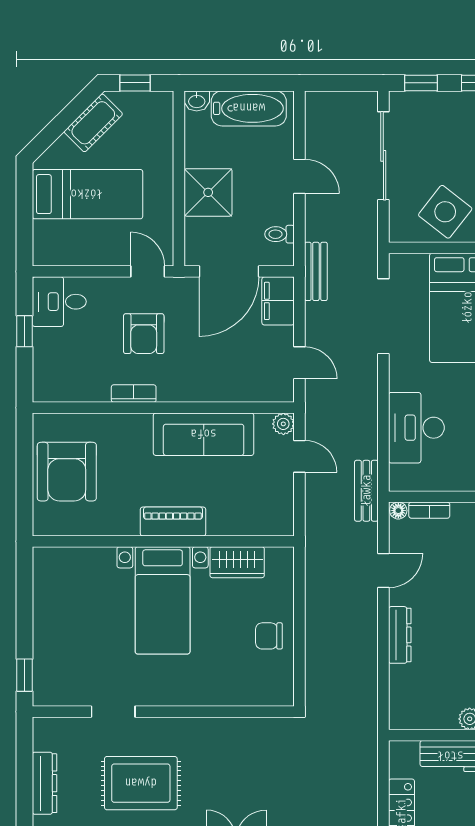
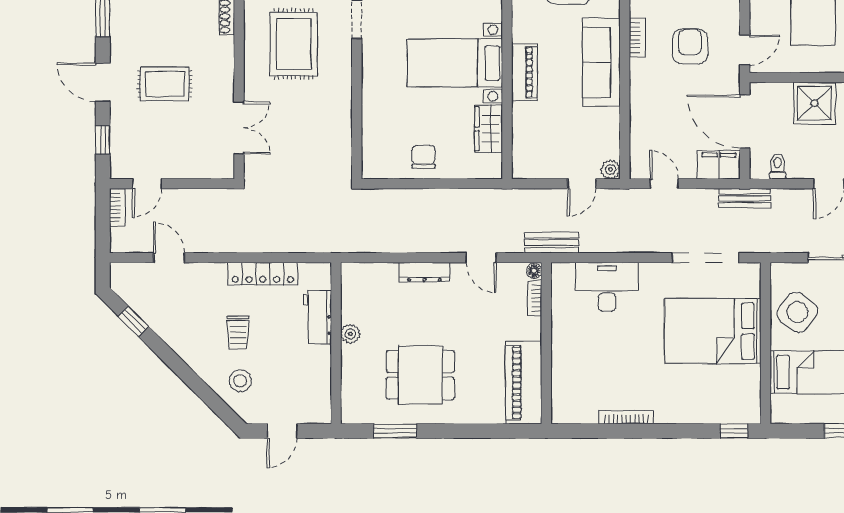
armchair: (144, 334) -> (690, 46), turned 90
door: (299, 363) -> (664, 184), swing flipped
sofa: (204, 434) -> (601, 62), moved

